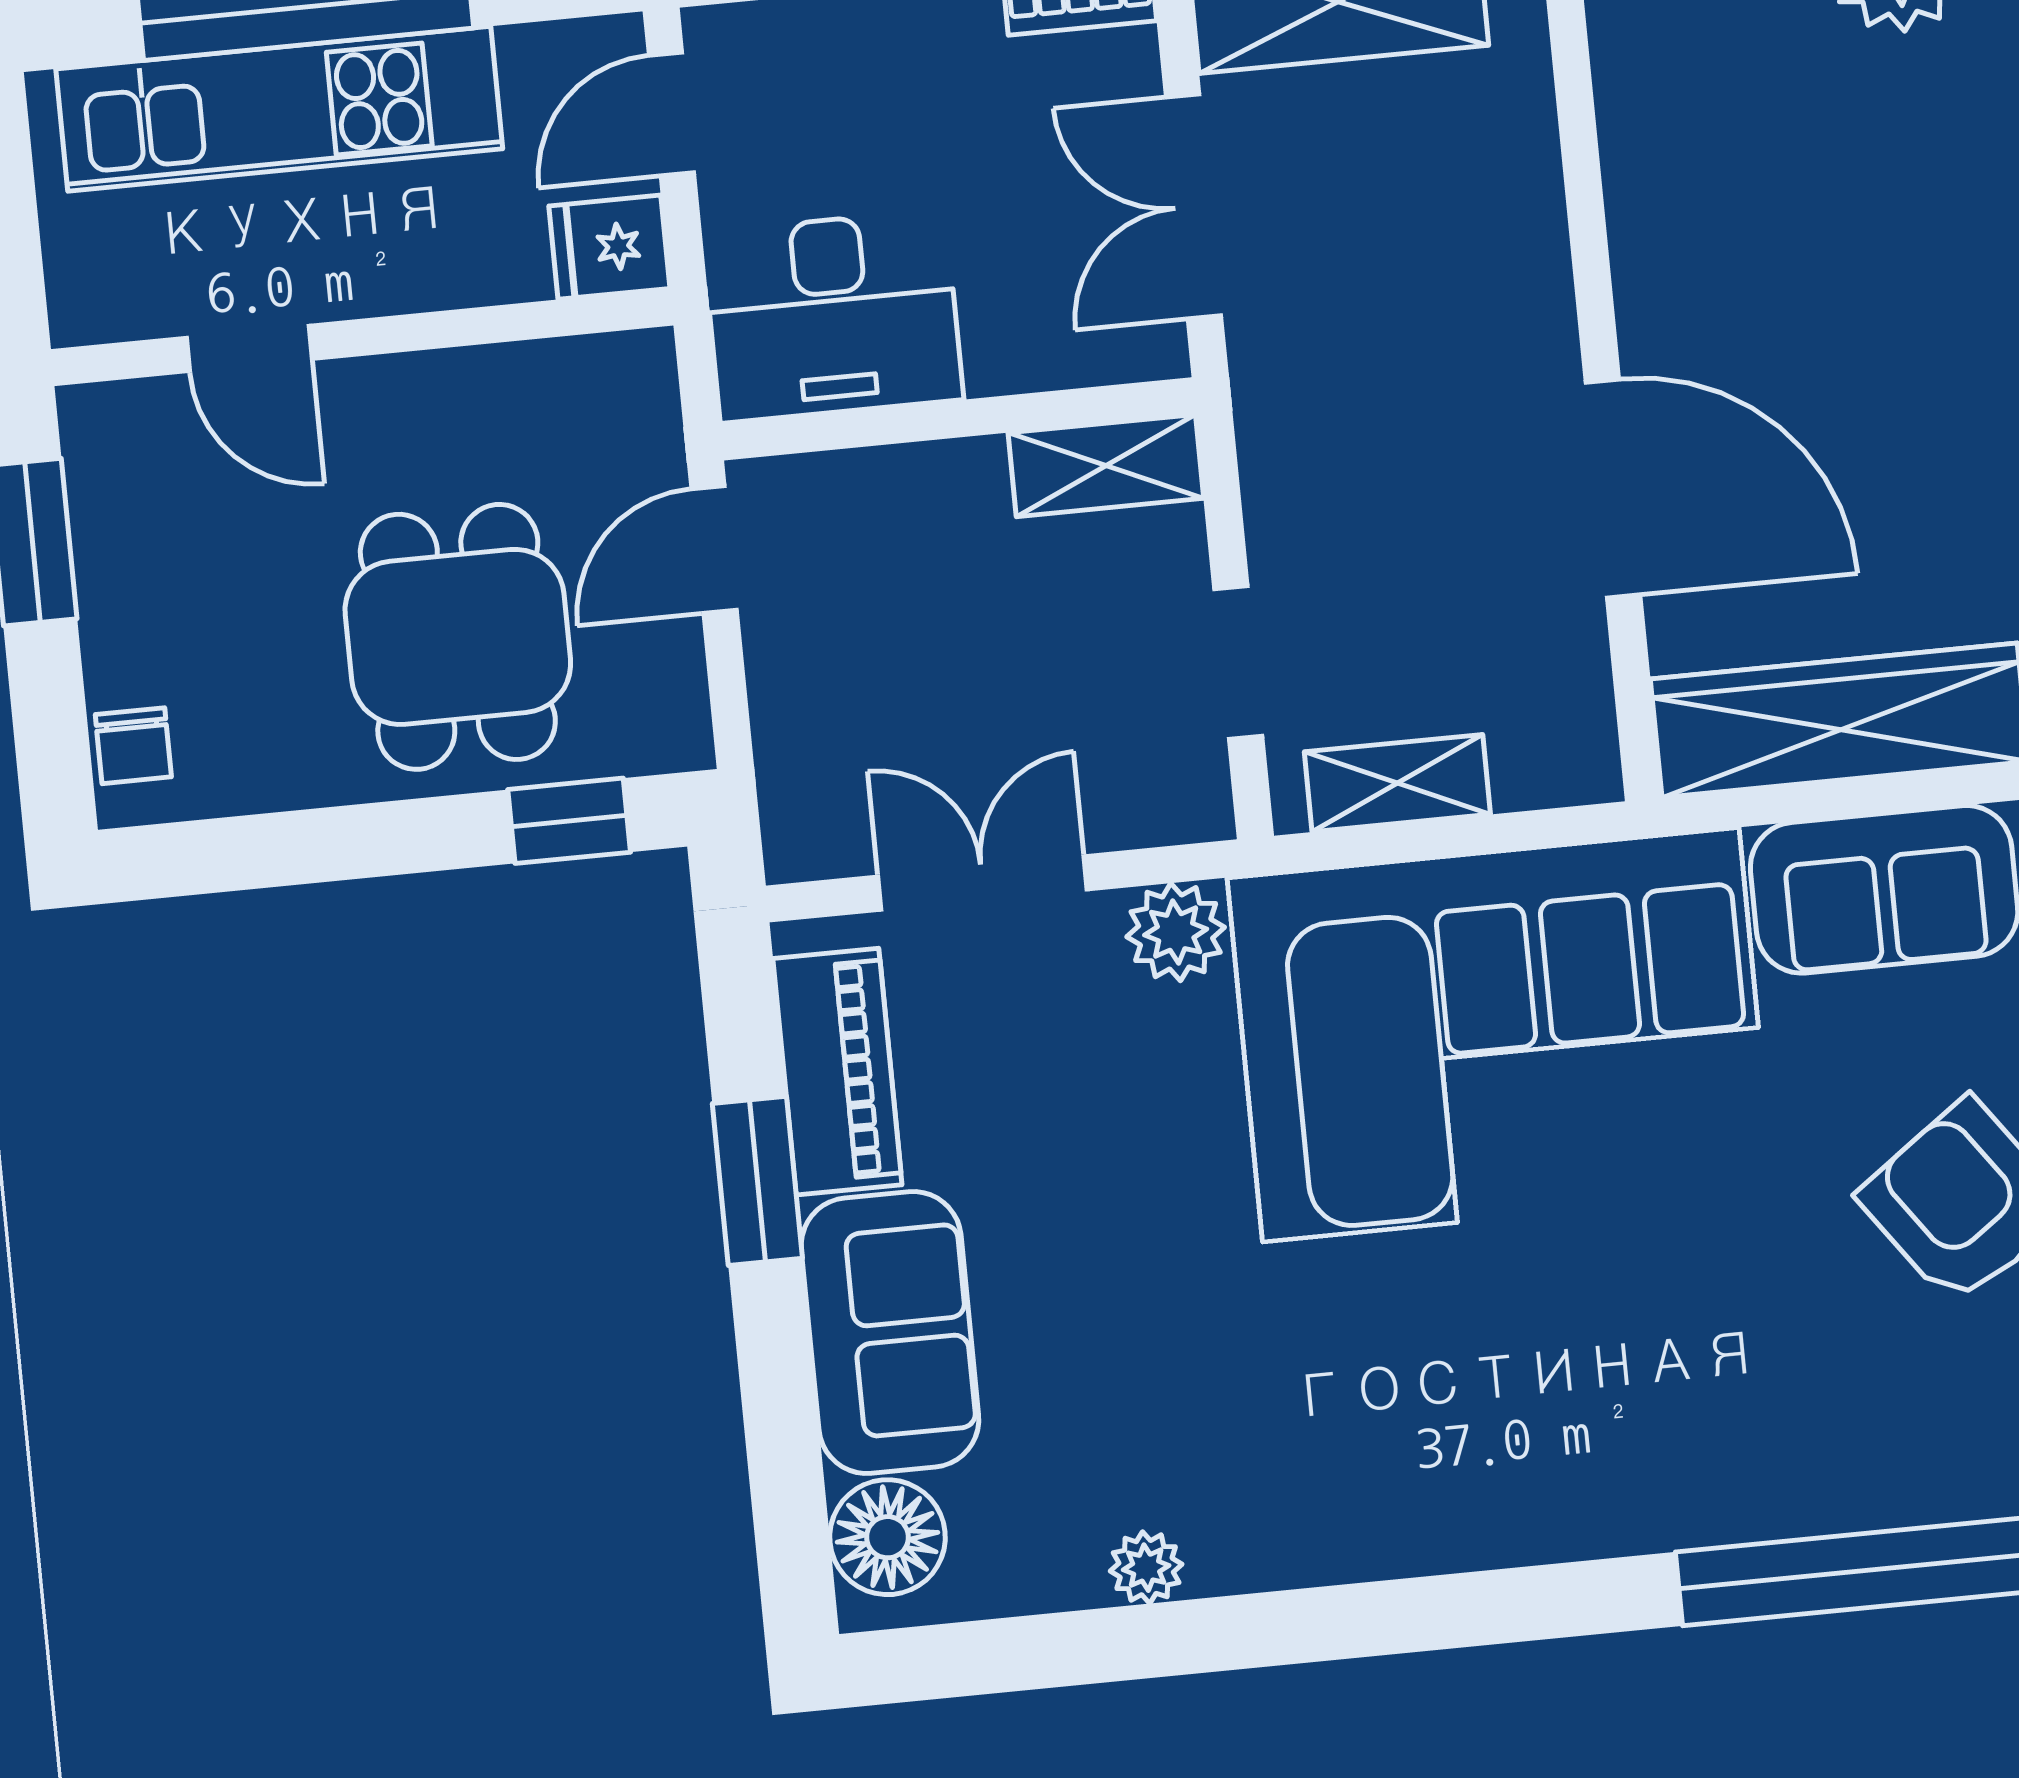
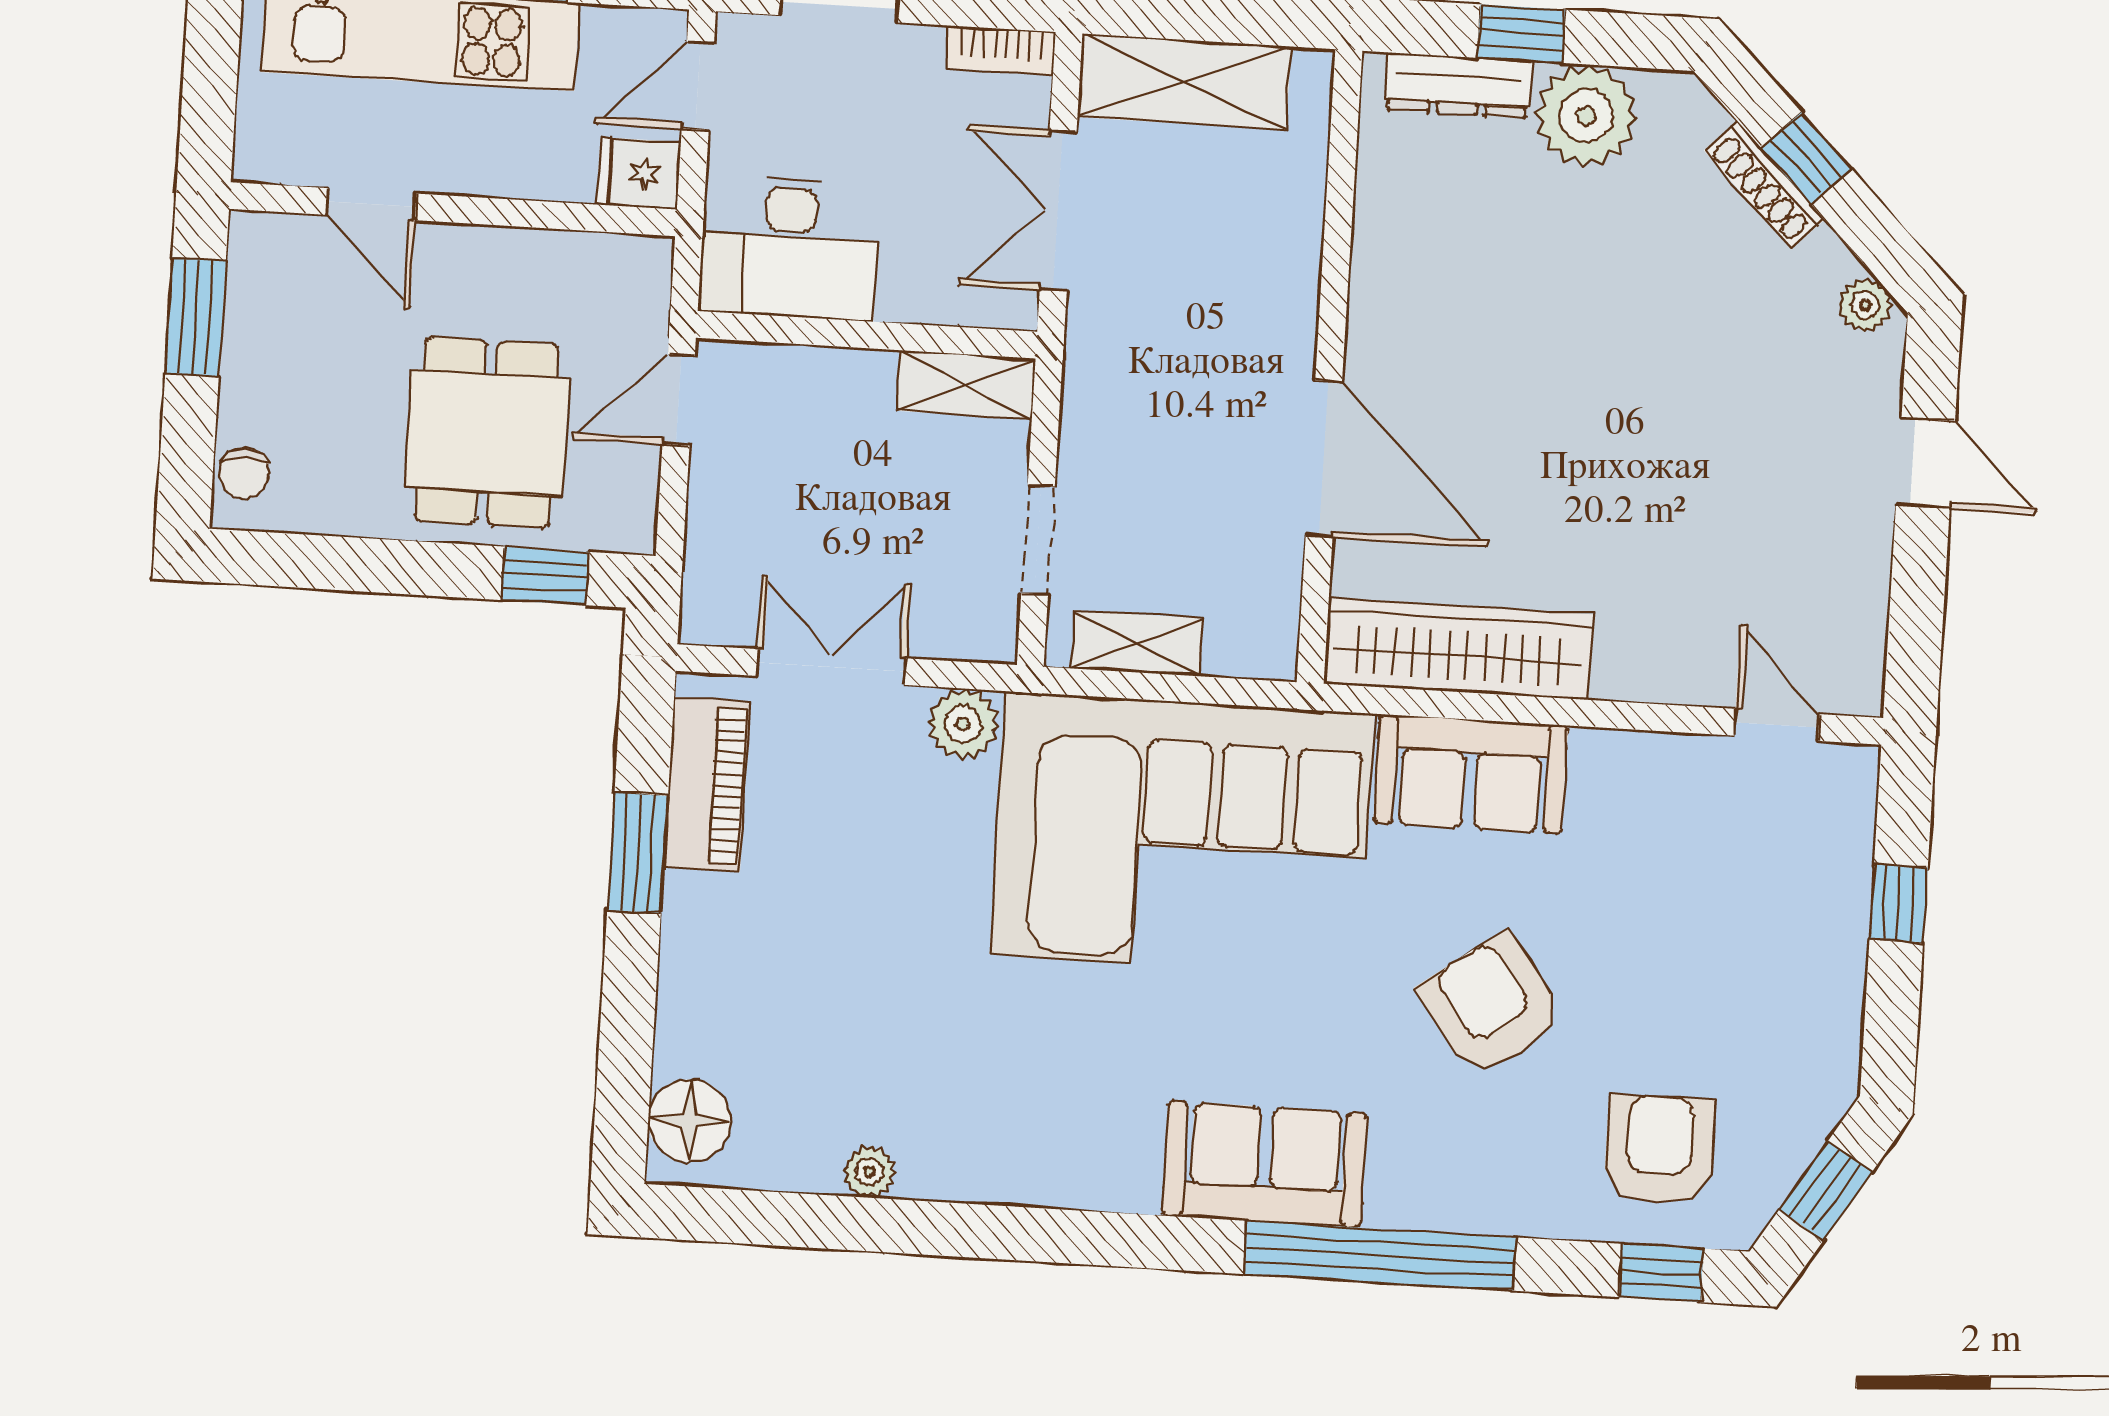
sofa: (890, 1333) -> (1265, 1164), moved, turned -90

